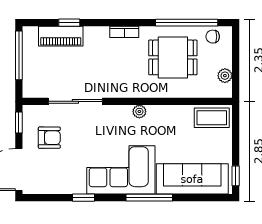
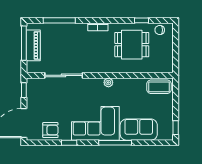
window: (69, 23) -> (59, 20), width x2.17
window: (187, 23) -> (141, 20), width x0.32
piano: (61, 36) -> (33, 45), moved, turned -90
plant: (225, 76) -> (168, 57), removed
armchair: (49, 138) -> (50, 130), moved
sofa: (192, 179) -> (139, 130), width x0.73

